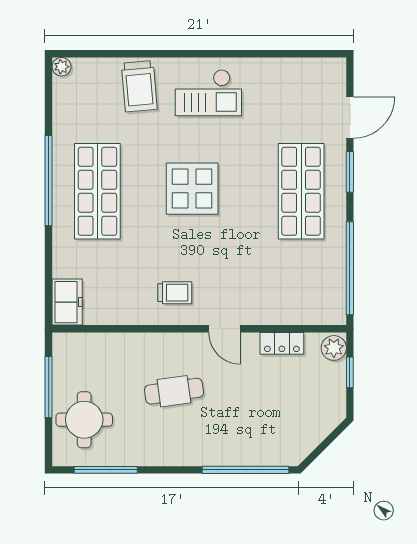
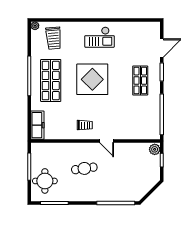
trolley: (139, 86) -> (54, 38), moved
display table: (192, 189) -> (92, 79), width x1.36, depth x1.36
shop shelf: (301, 191) -> (140, 80), width x0.70, depth x0.74
freezer: (67, 302) -> (37, 125), width x1.40
locker: (282, 343) -> (132, 147), removed

